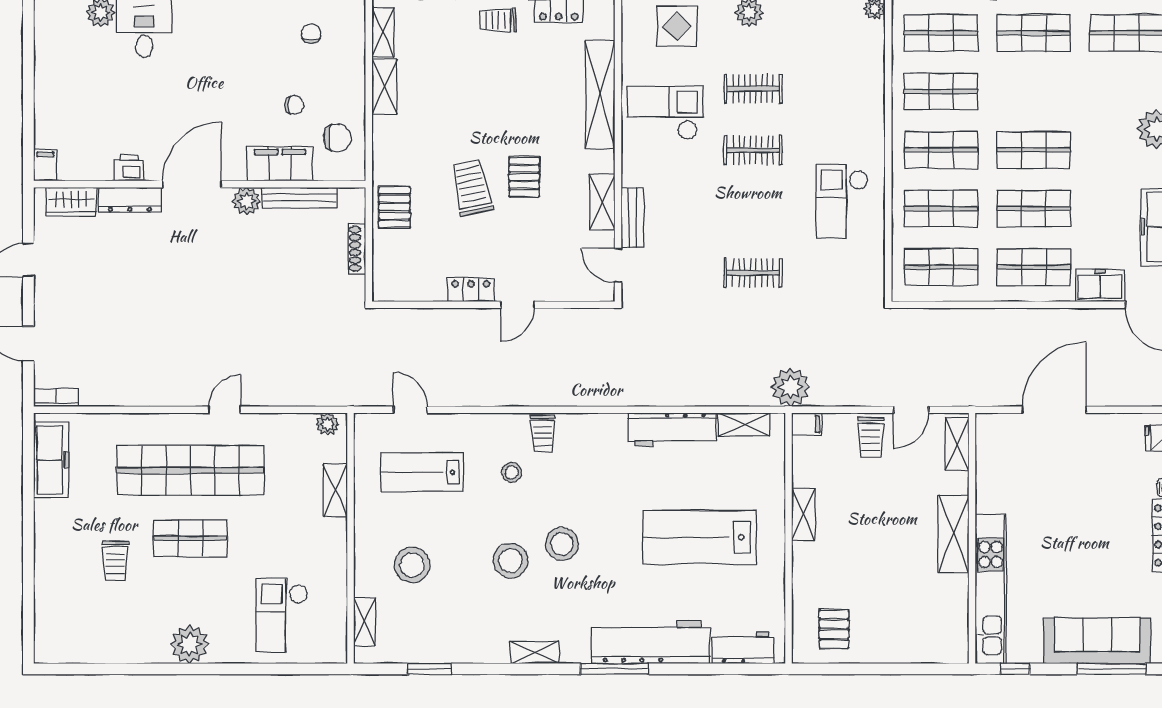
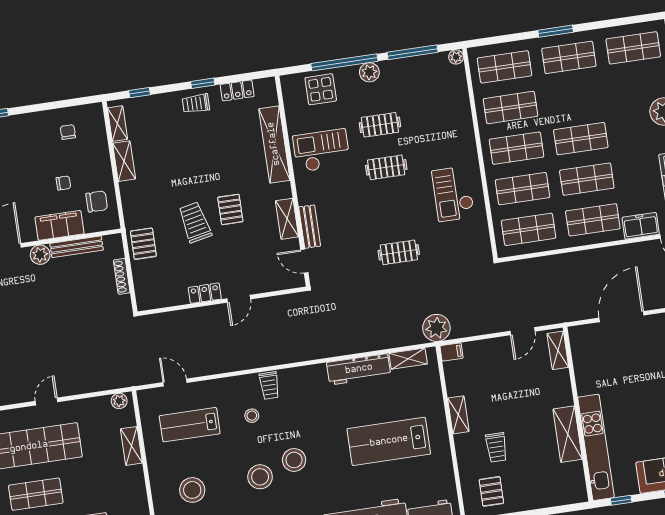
trolley: (871, 437) -> (496, 447), moved
shelving: (953, 534) -> (568, 434), moved

